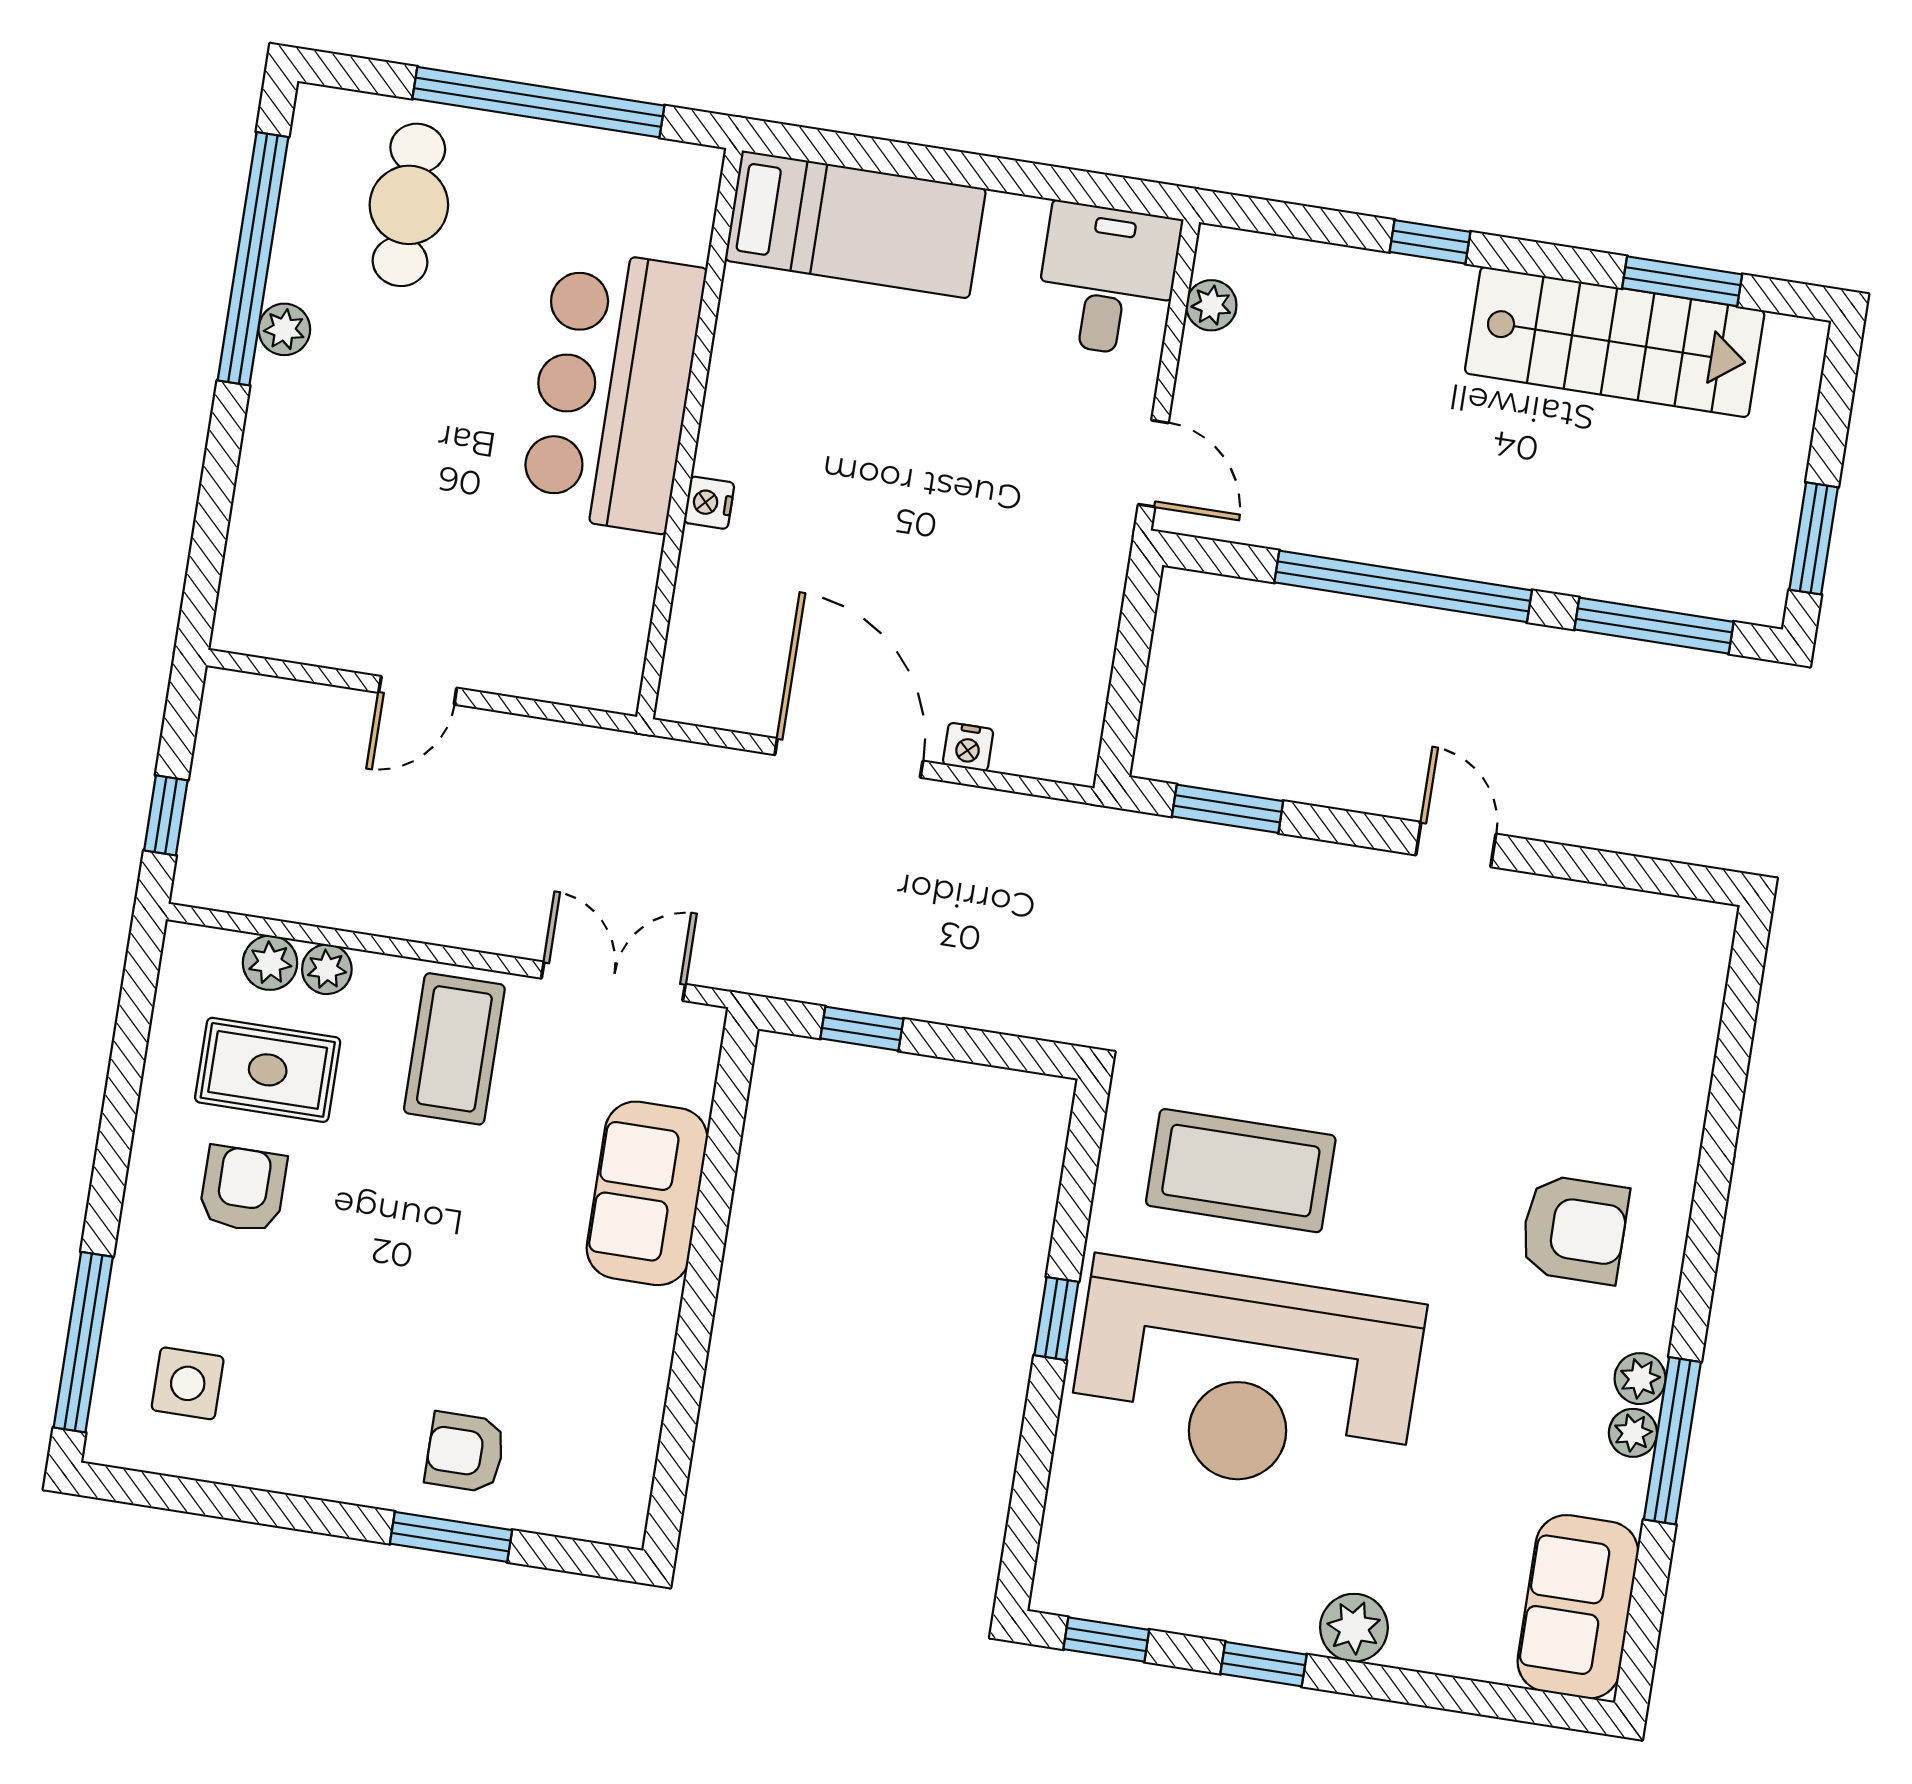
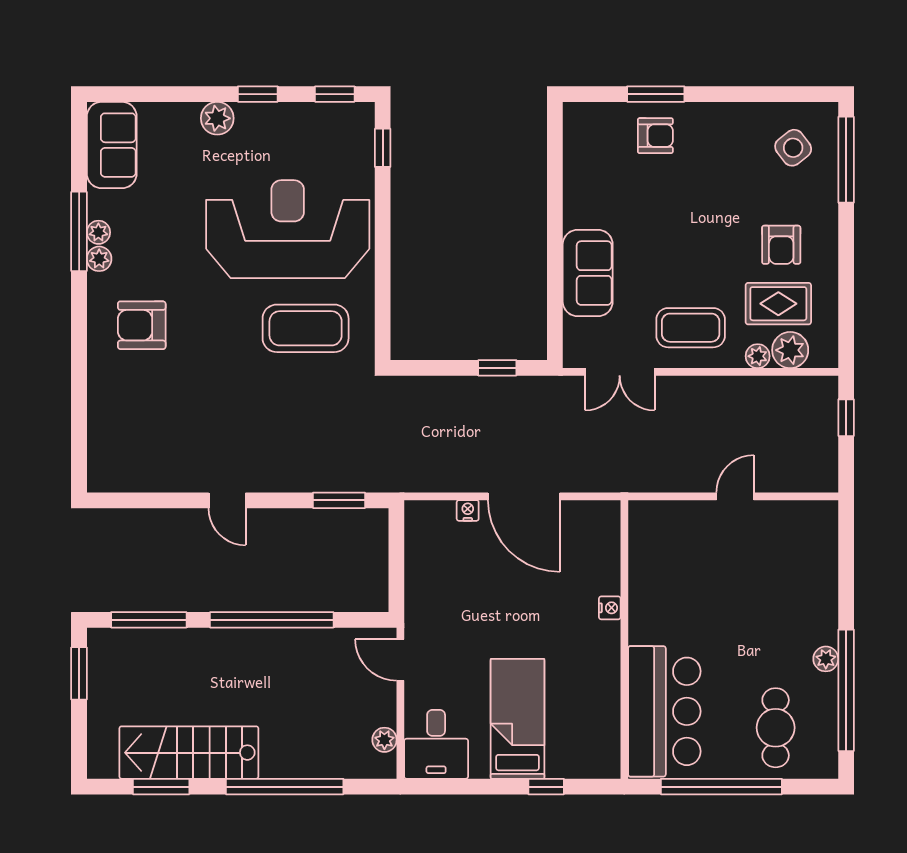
window: (896, 158) -> (546, 787), added
bed: (855, 225) -> (518, 719), moved, turned 90
window: (1430, 242) -> (285, 787), width x3.17
bar counter: (613, 390) -> (664, 711), moved
plant: (270, 963) -> (790, 350), width x1.38, depth x1.38
coffee table: (454, 1049) -> (691, 328), turned 90
window: (1056, 1319) -> (383, 148), moved
side table: (188, 1383) -> (793, 148), turned -38

